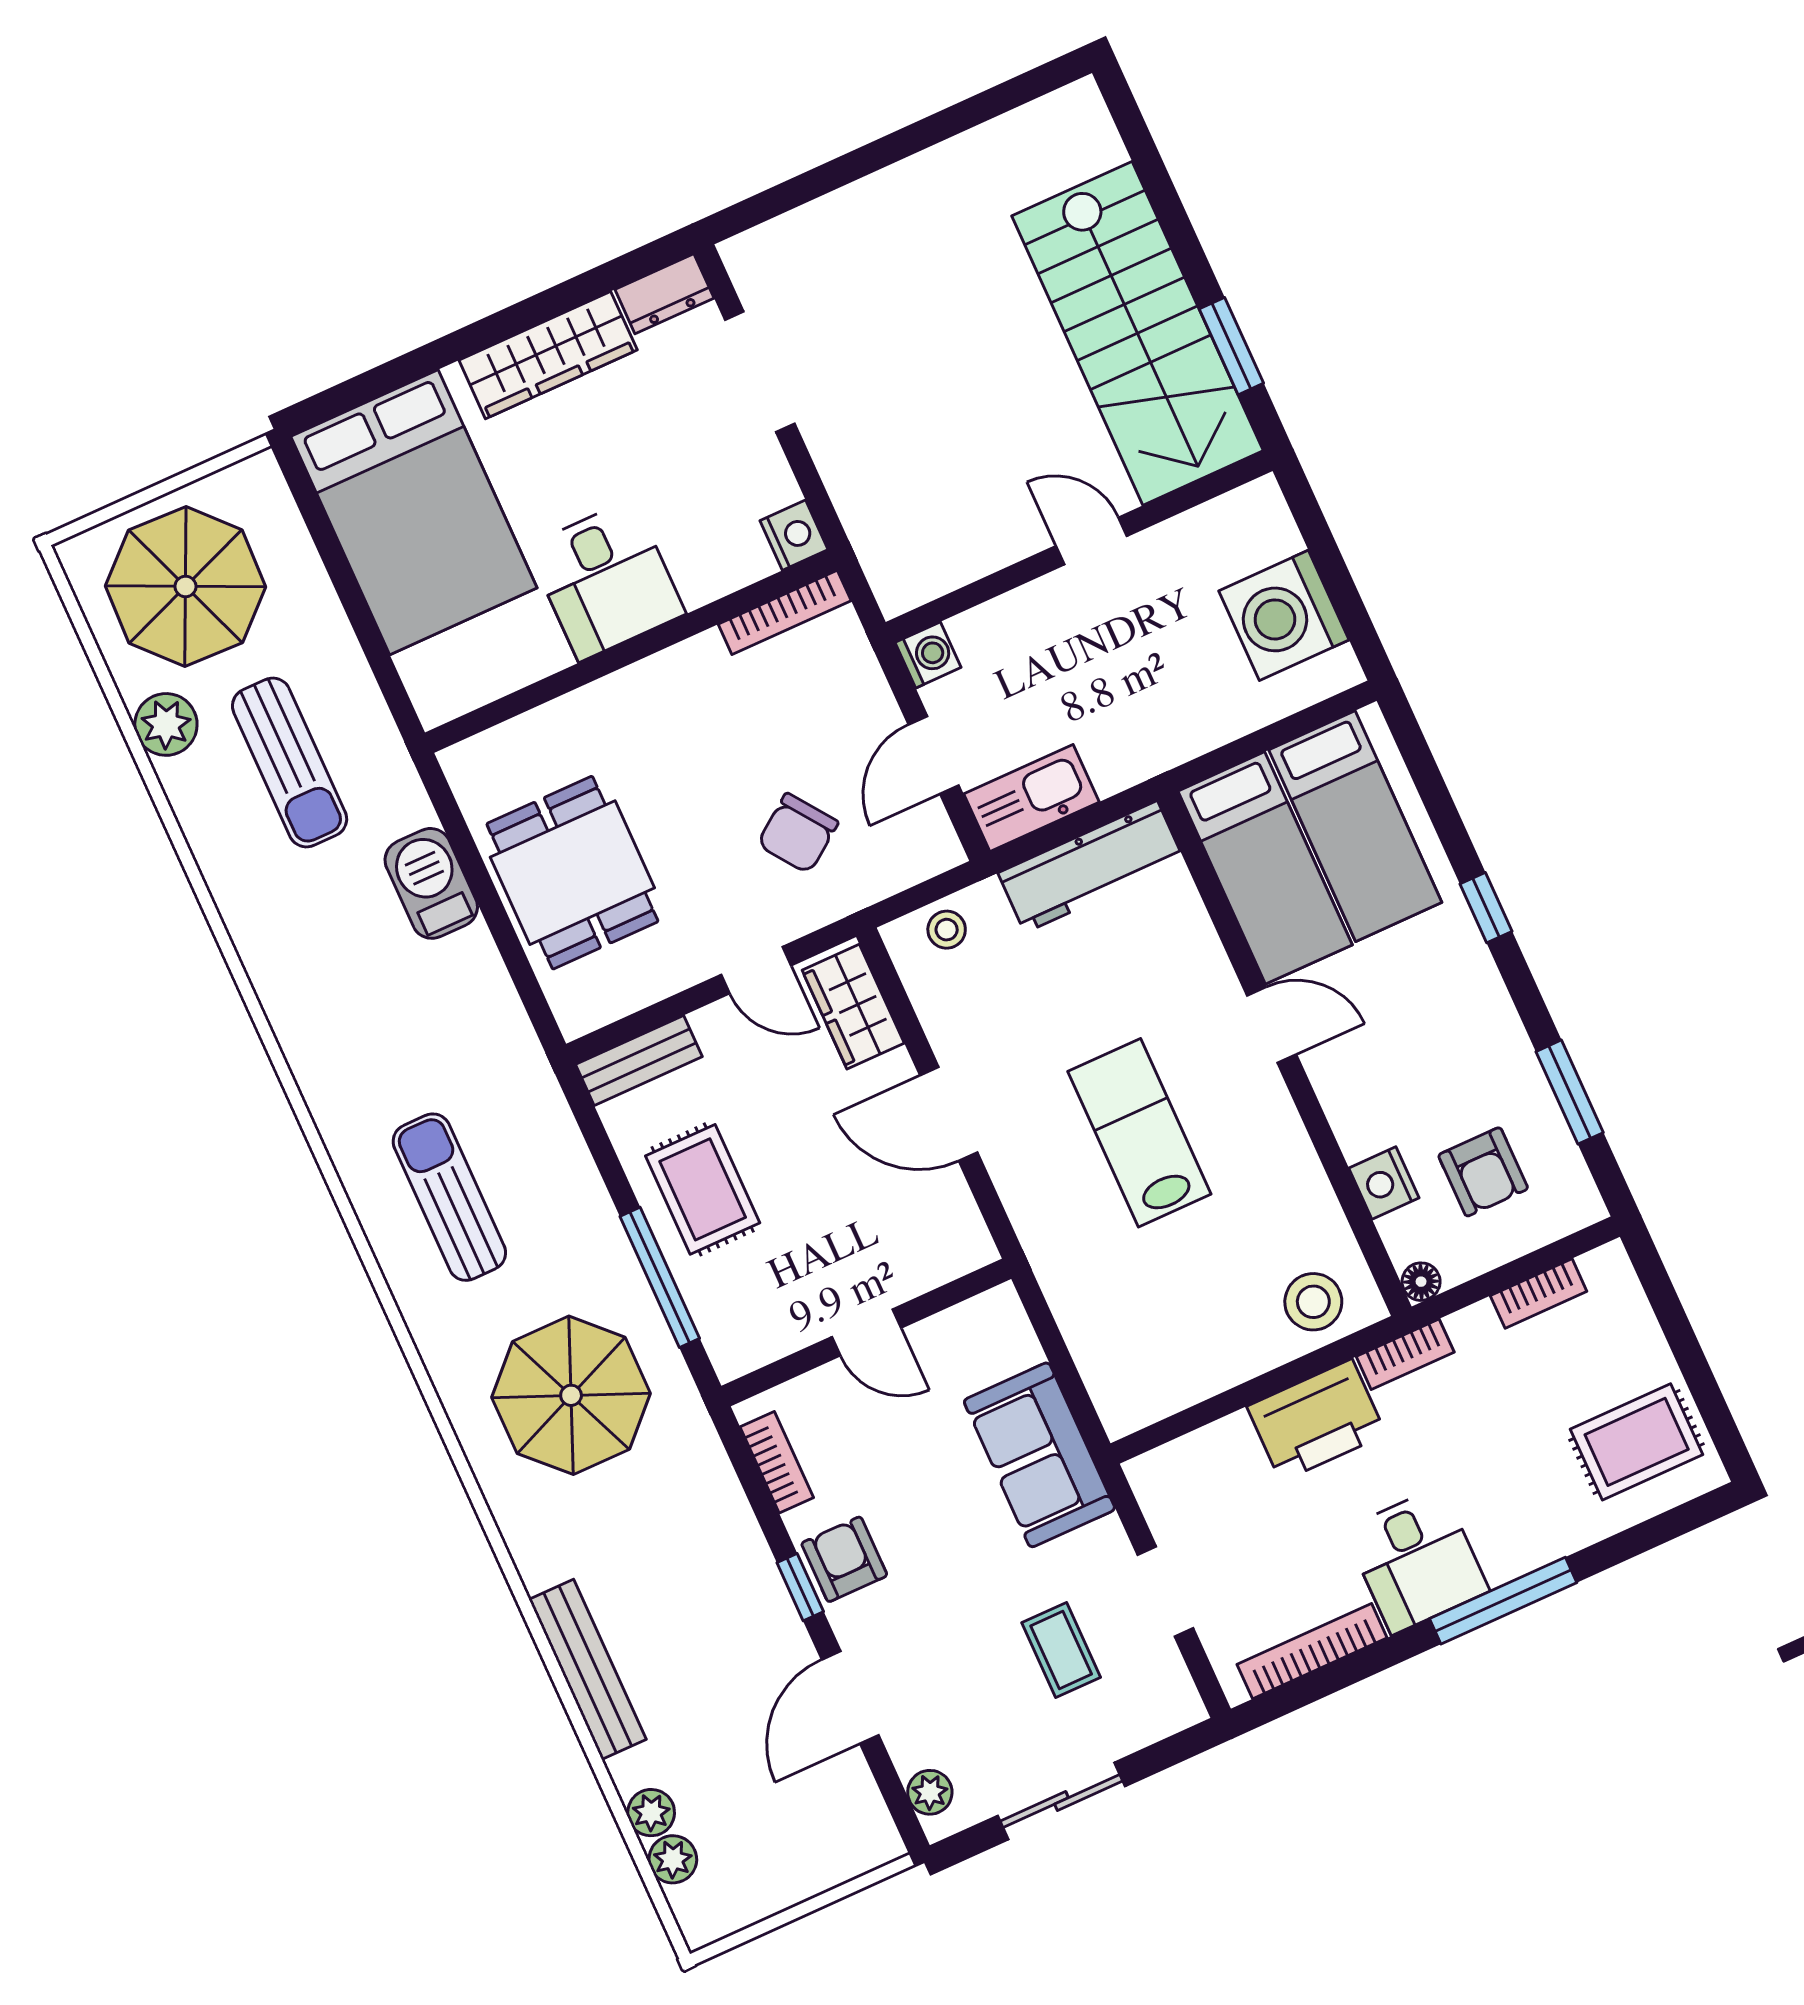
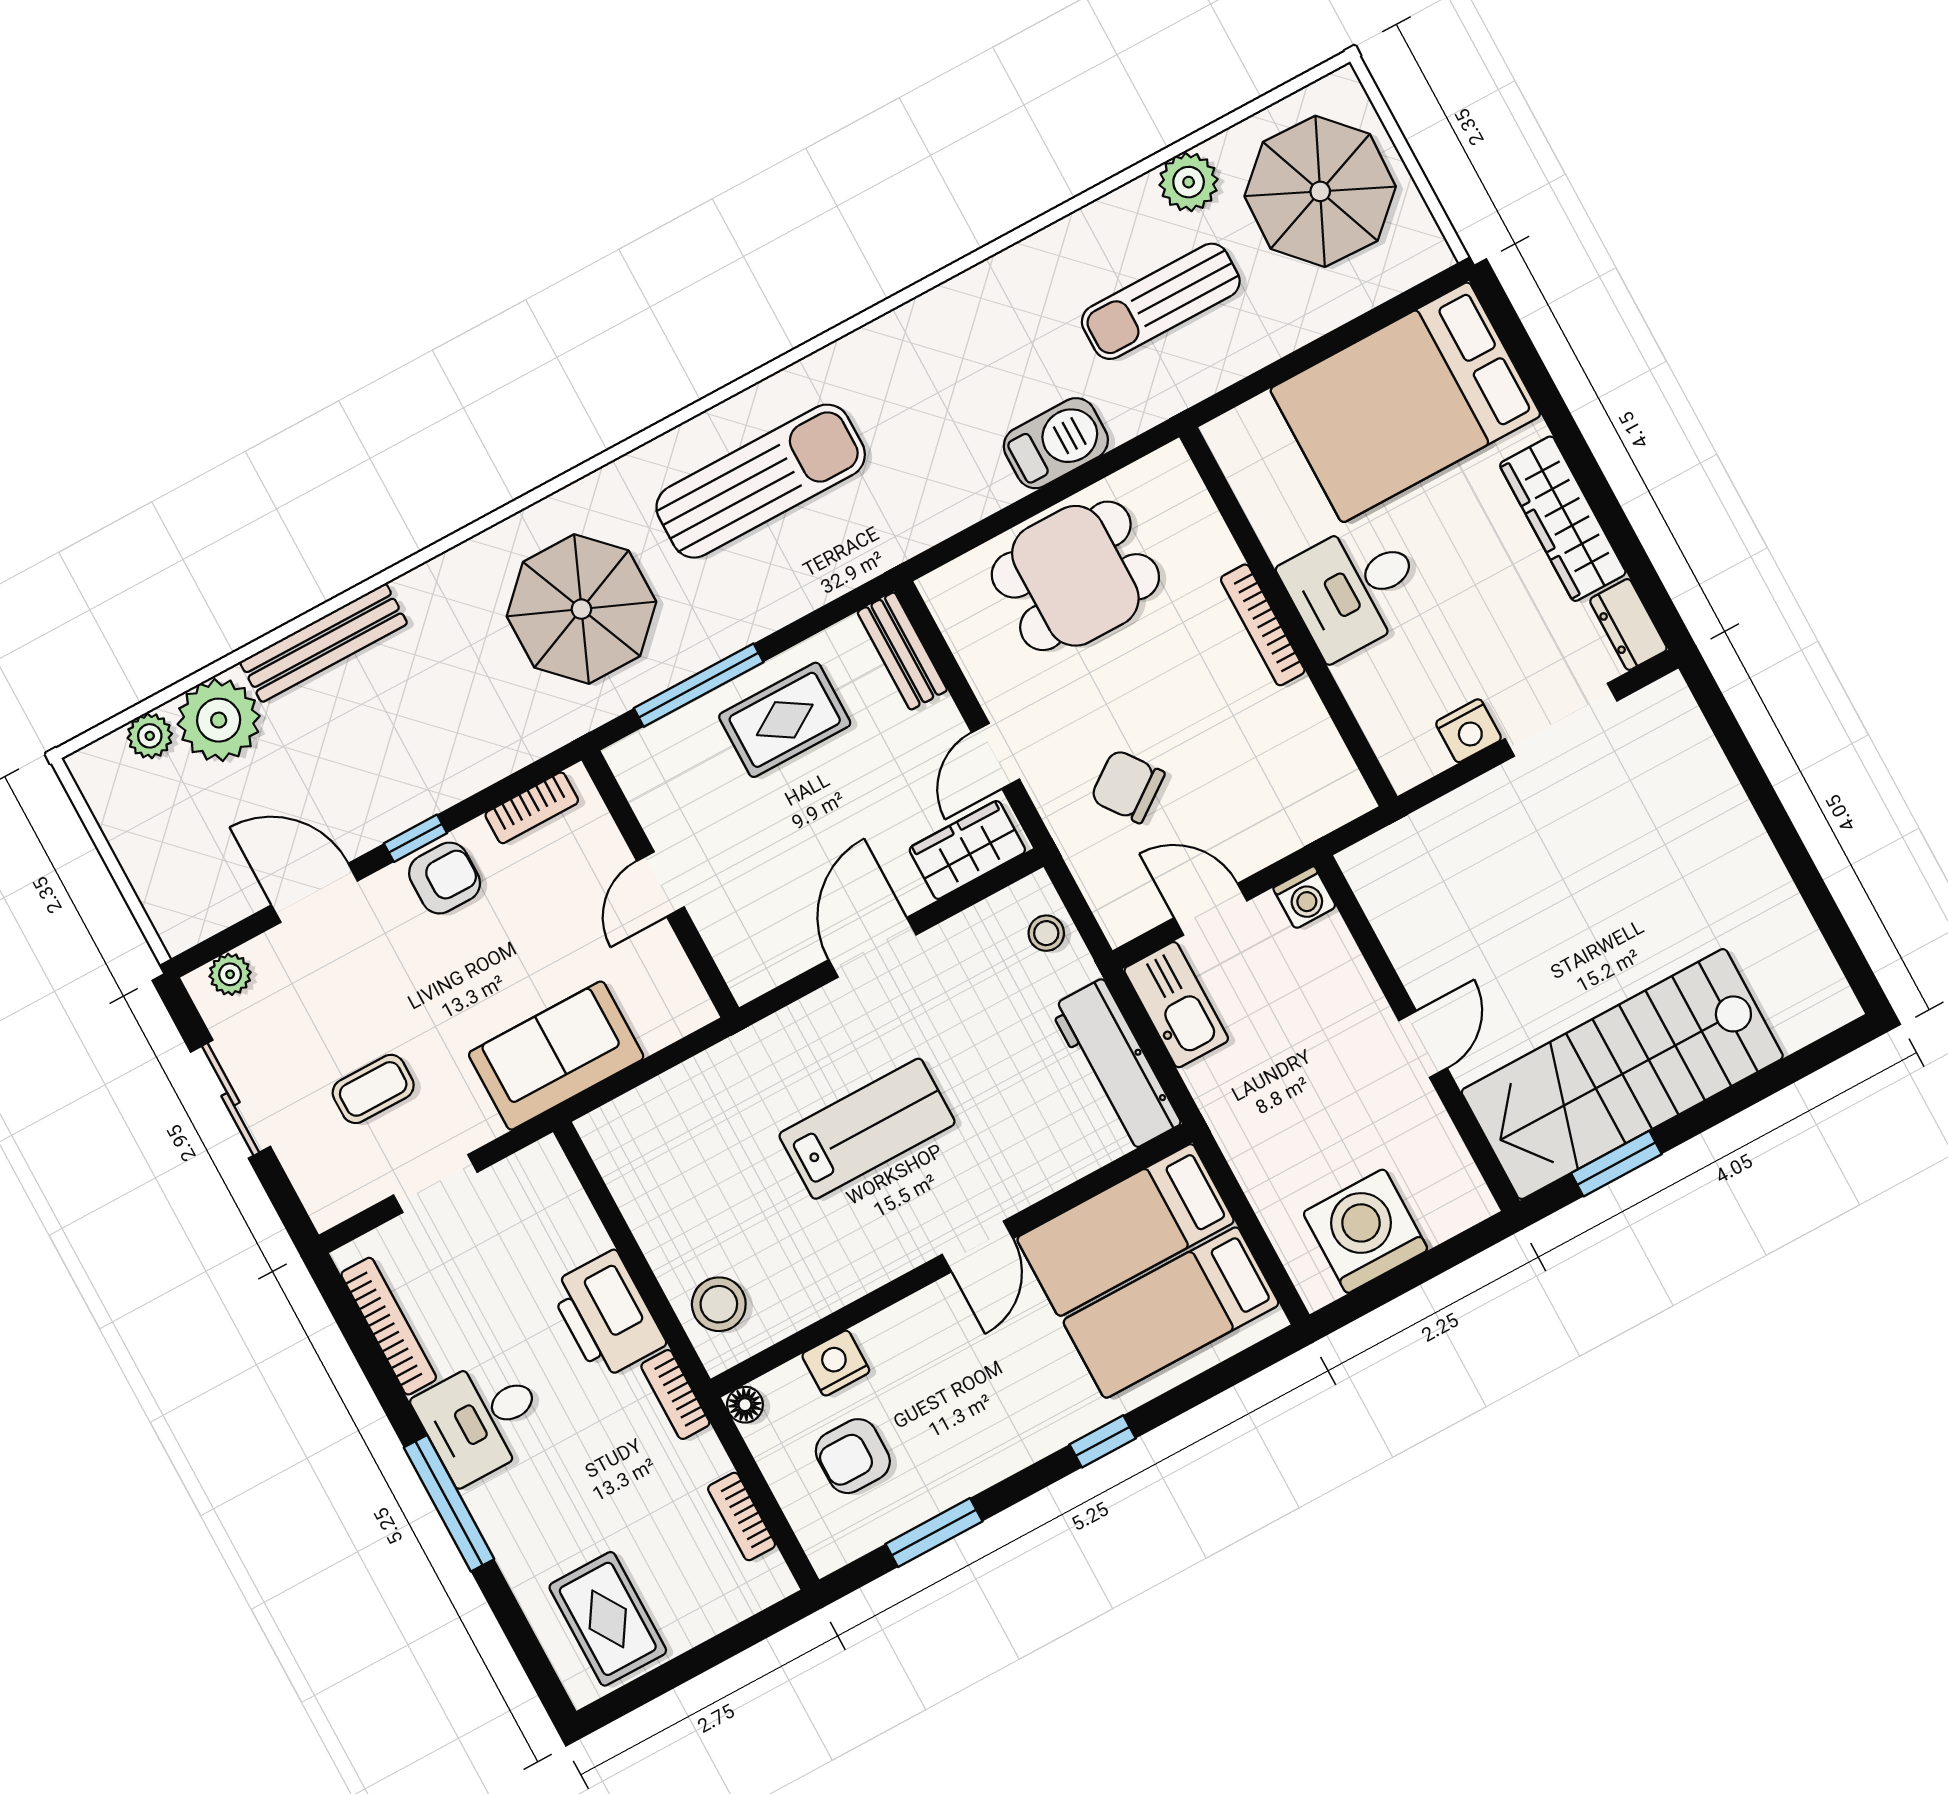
nightstand: (794, 535) -> (1469, 731), moved
bookcase: (785, 612) -> (1263, 625), moved
sun lounger: (449, 1197) -> (761, 481), width x1.36, depth x1.34
plant: (651, 1813) -> (219, 720), width x1.87, depth x1.87

